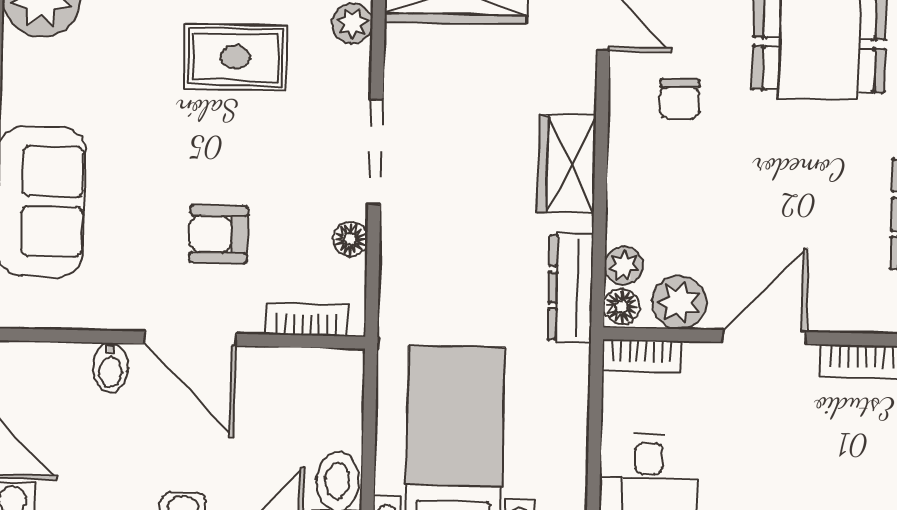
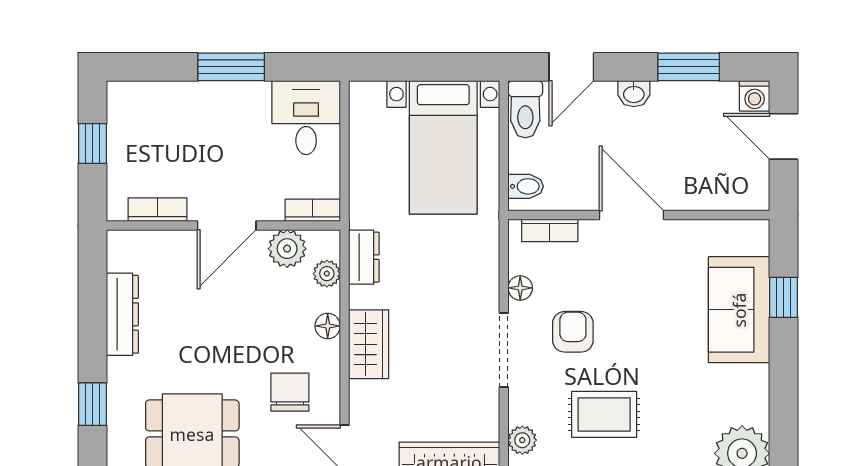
chair: (680, 99) -> (290, 392), width x1.37, depth x1.37
armchair: (219, 234) -> (573, 332), moved, turned -90
dresser: (571, 288) -> (364, 257), width x0.70
floor lamp: (622, 307) -> (328, 326), moved
bidet: (111, 368) -> (526, 186), moved, turned 90

